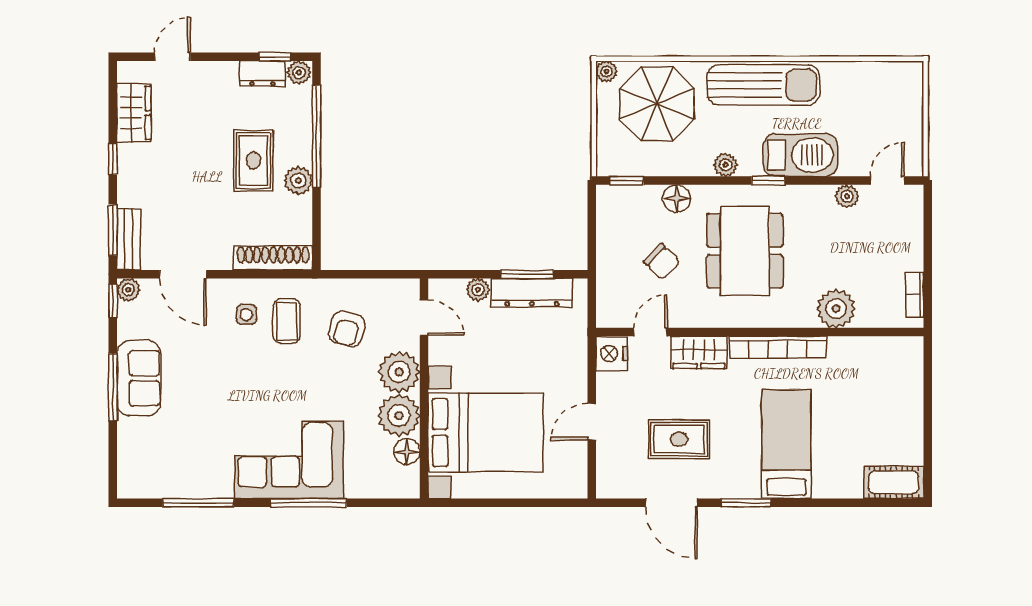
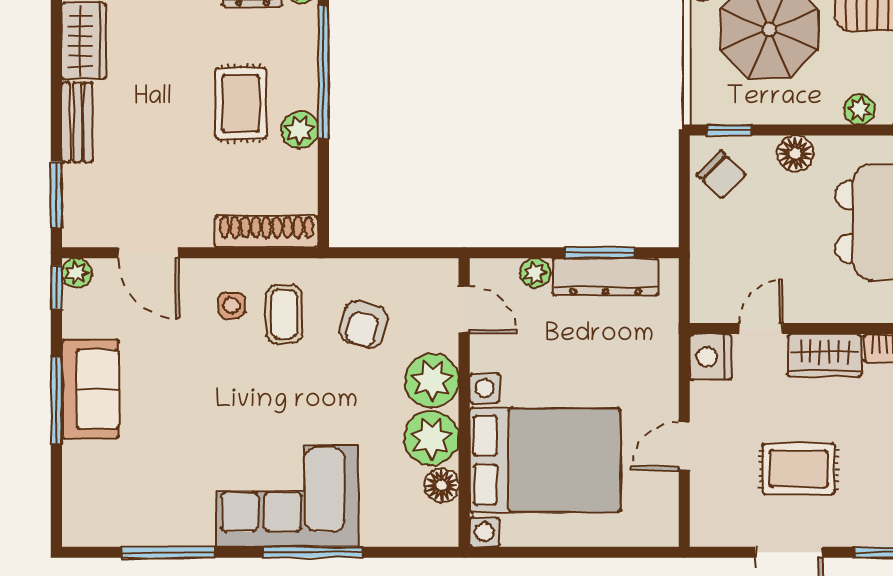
window: (113, 159) -> (56, 101), removed
bench: (129, 239) -> (77, 122), moved
chair: (662, 262) -> (721, 175), moved

